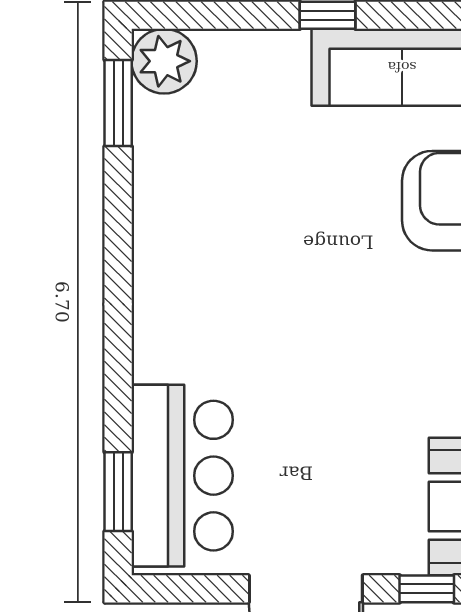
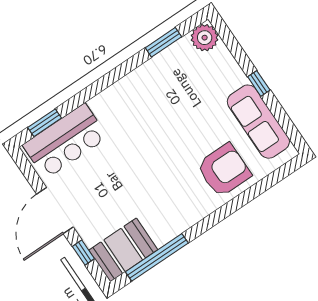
window: (118, 103) -> (163, 42), moved

